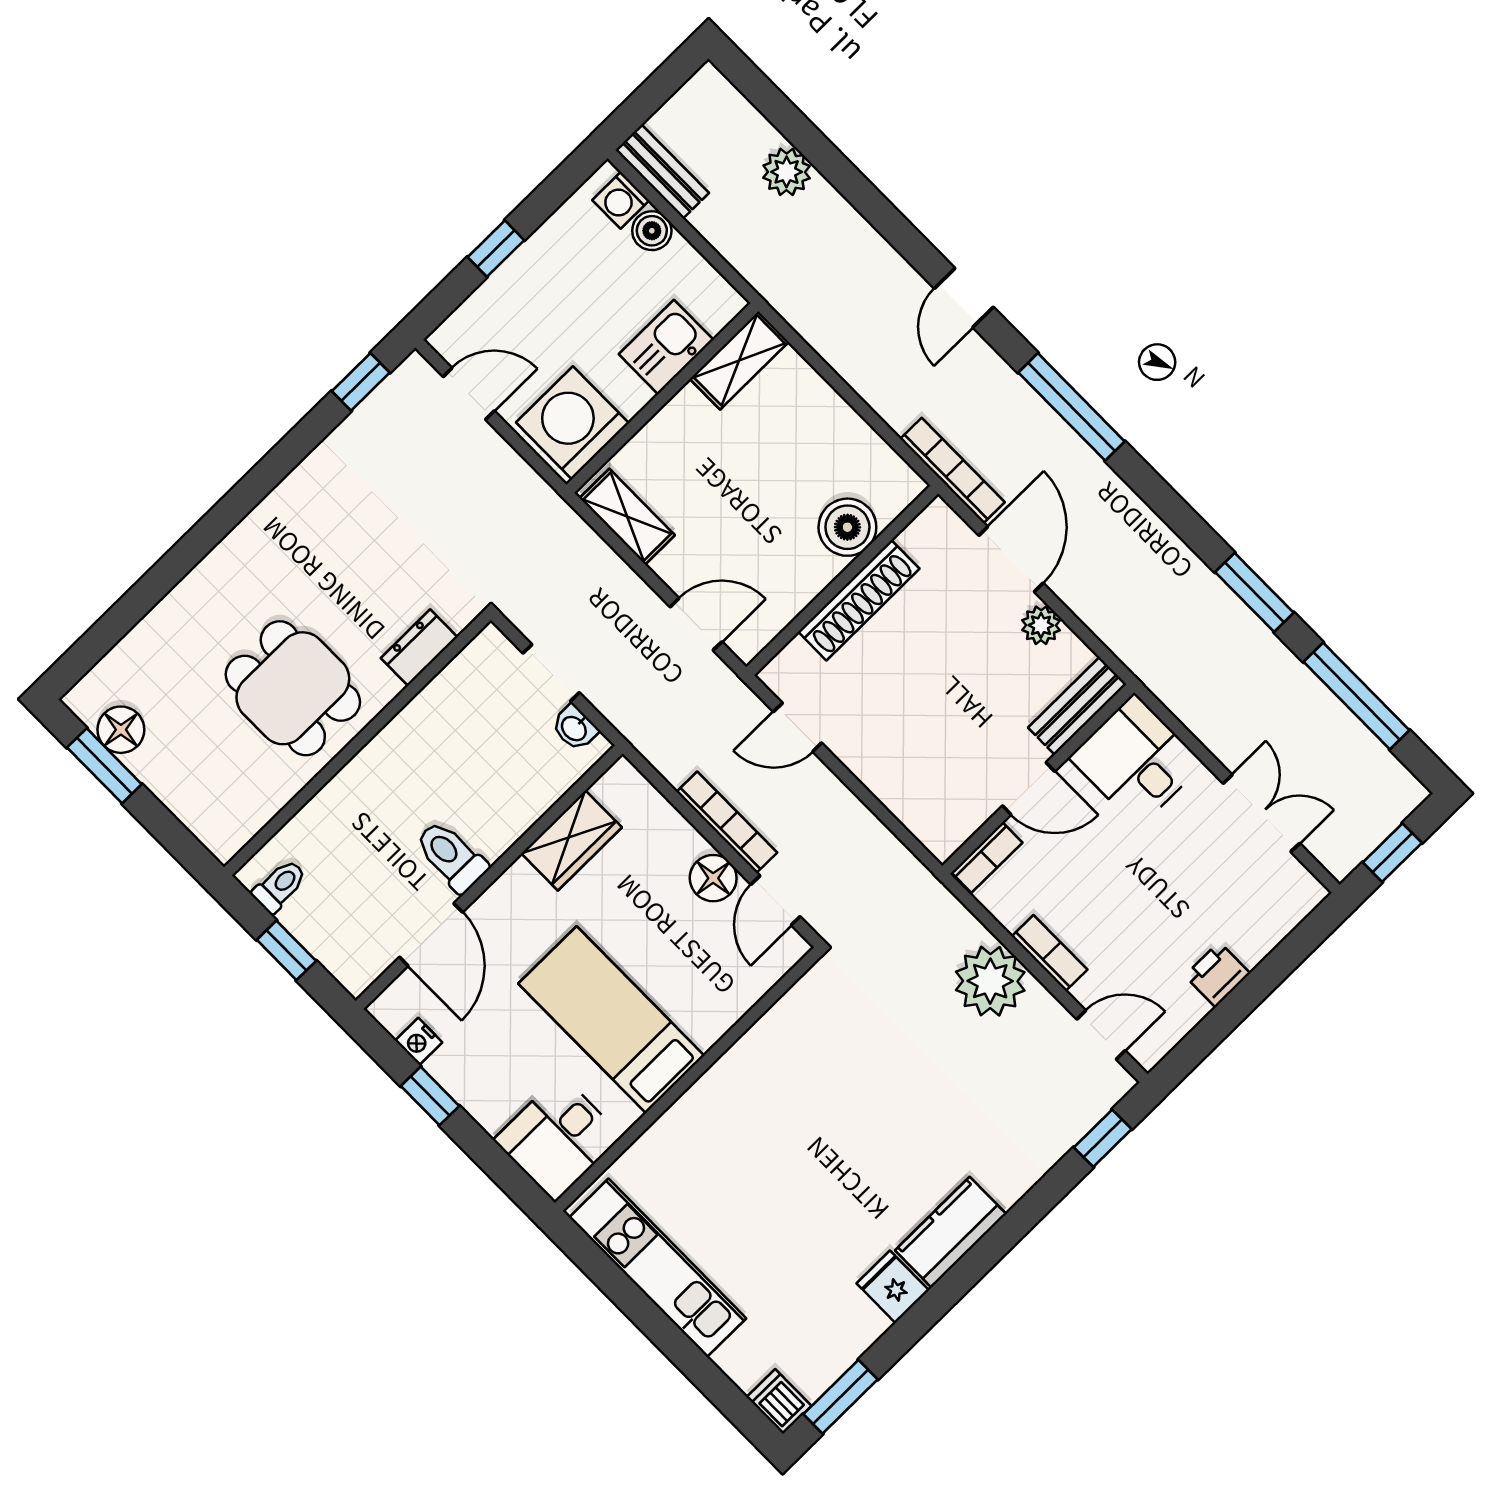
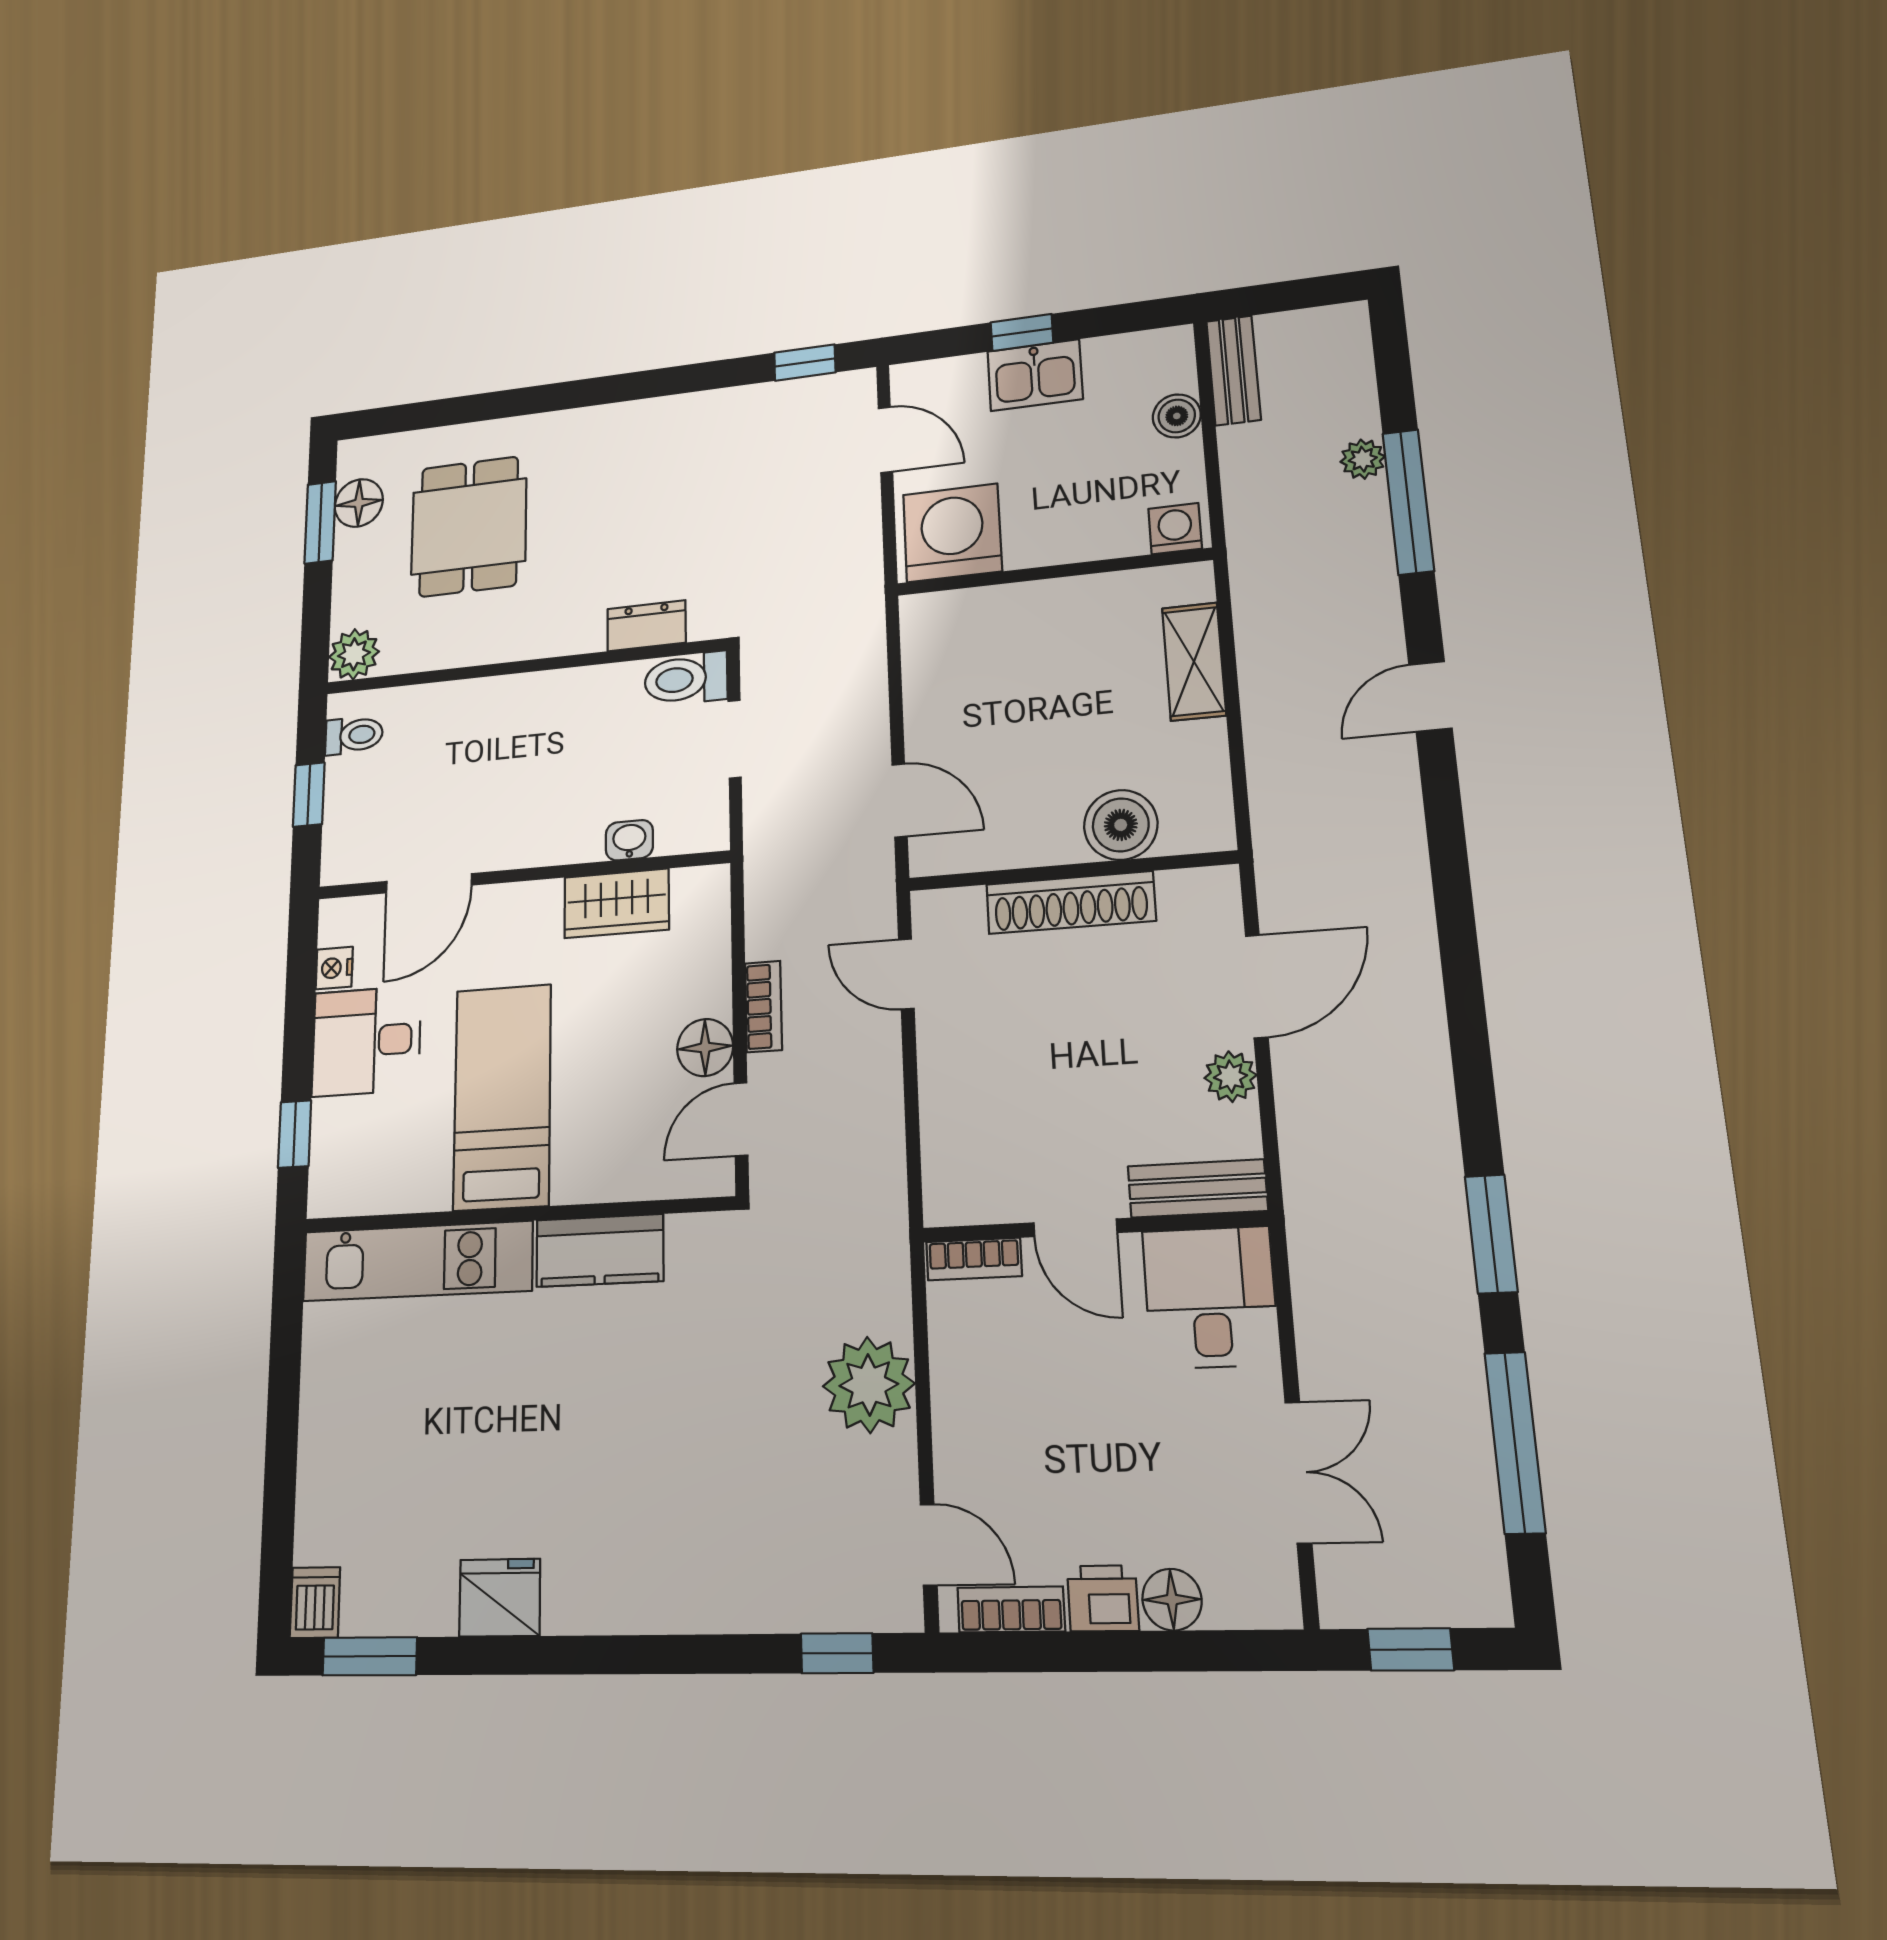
plant: (787, 172) -> (1363, 459), width x0.73, depth x0.73
washing machine: (621, 200) -> (1175, 529), moved, turned 90
kitchen sink: (666, 347) -> (1035, 375), moved, turned 180
shelving: (739, 360) -> (1194, 662), moved, turned 90
window: (1072, 407) -> (1408, 502), moved
bookcase: (952, 470) -> (1273, 853), removed
shelving: (627, 517) -> (926, 654), removed
dining table: (293, 688) -> (469, 526), moved
washbasin: (575, 728) -> (629, 840), moved, turned 90
bookcase: (727, 822) -> (763, 1006), width x0.64
plant: (224, 834) -> (354, 654), added
toilet: (451, 856) -> (686, 679), moved, turned -90
floor lamp: (1253, 941) -> (1172, 1600), added
bookcase: (1050, 953) -> (1011, 1609), moved, turned -90
window: (430, 1096) -> (295, 1134), moved
desk: (558, 1138) -> (366, 1041), moved
kitchen counter: (951, 1232) -> (600, 1250), moved, turned 180
kitchen unit: (658, 1268) -> (417, 1261), moved, turned 90
fridge: (893, 1287) -> (500, 1598), width x1.38

